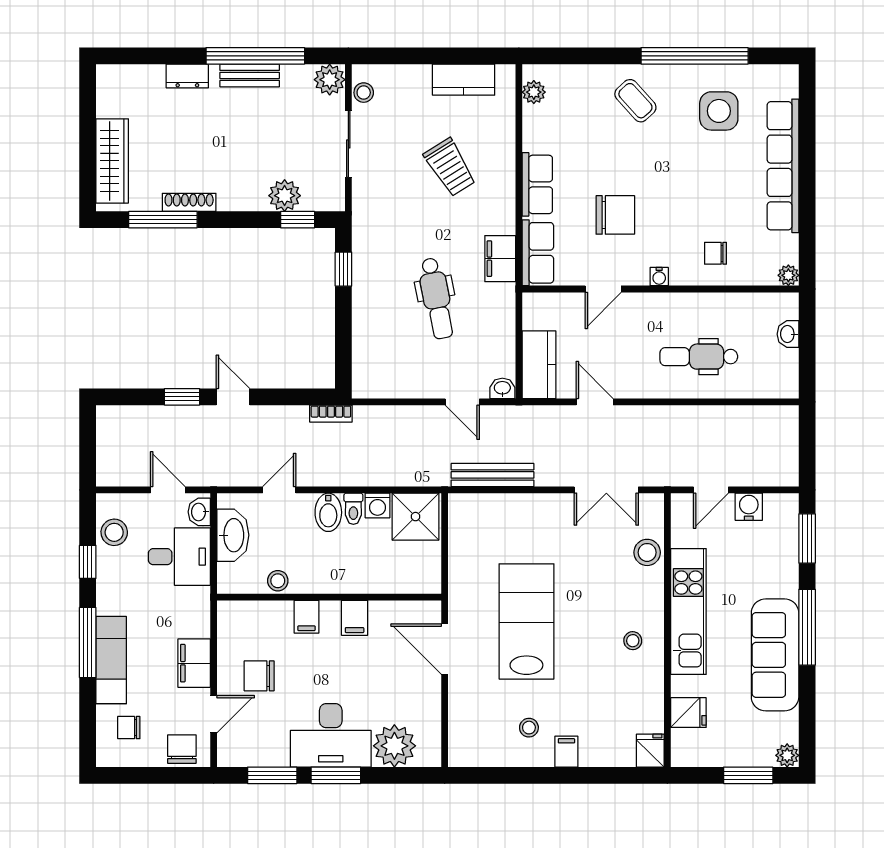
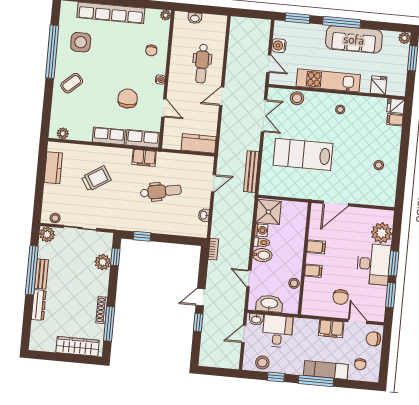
dresser: (187, 76) -> (39, 305), width x1.44
washbasin: (502, 388) -> (204, 215), moved
door: (595, 402) -> (222, 96), moved
lab bench: (526, 621) -> (303, 154), moved
filing cabinet: (566, 752) -> (395, 120), moved

